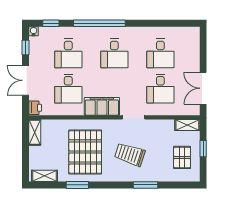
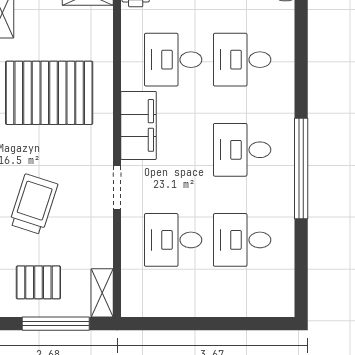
window: (51, 23) -> (301, 26), removed
window: (99, 23) -> (301, 168), moved
double door: (203, 88) -> (174, 324), removed
window: (203, 149) -> (56, 324), width x2.17
trolley: (130, 155) -> (33, 204), moved

